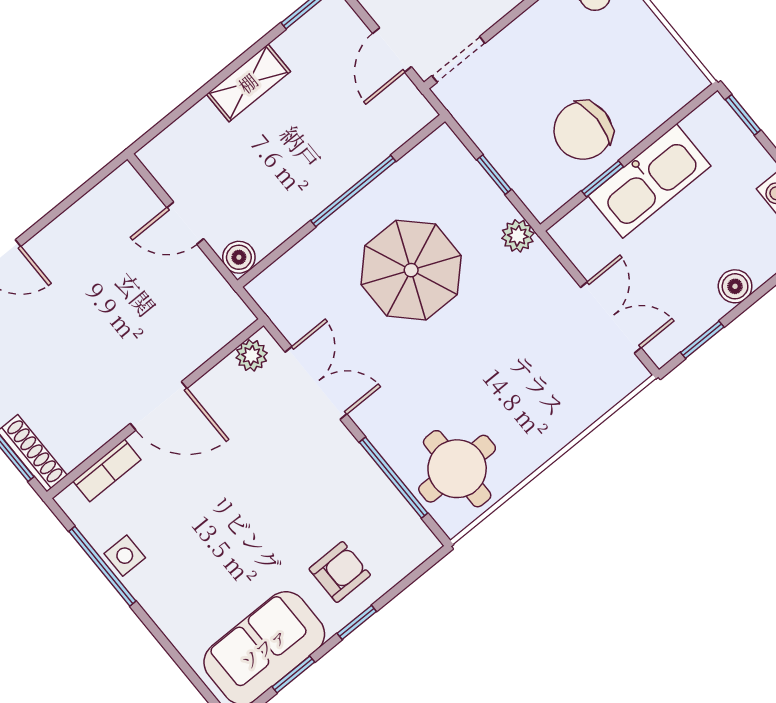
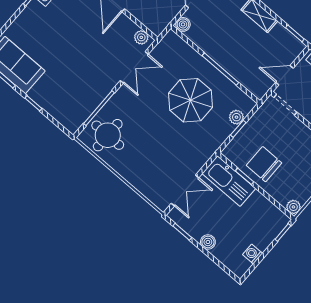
plant: (690, 81) -> (293, 207), added
kitchen sink: (650, 181) -> (229, 181), moved
plant: (518, 236) -> (236, 117), moved
armchair: (340, 572) -> (54, 92), removed

